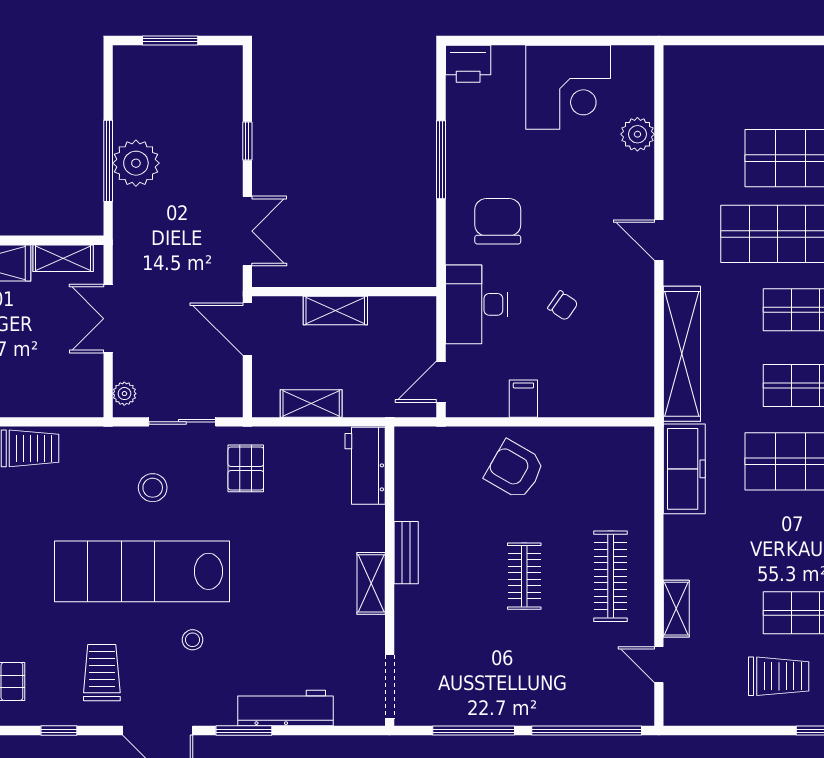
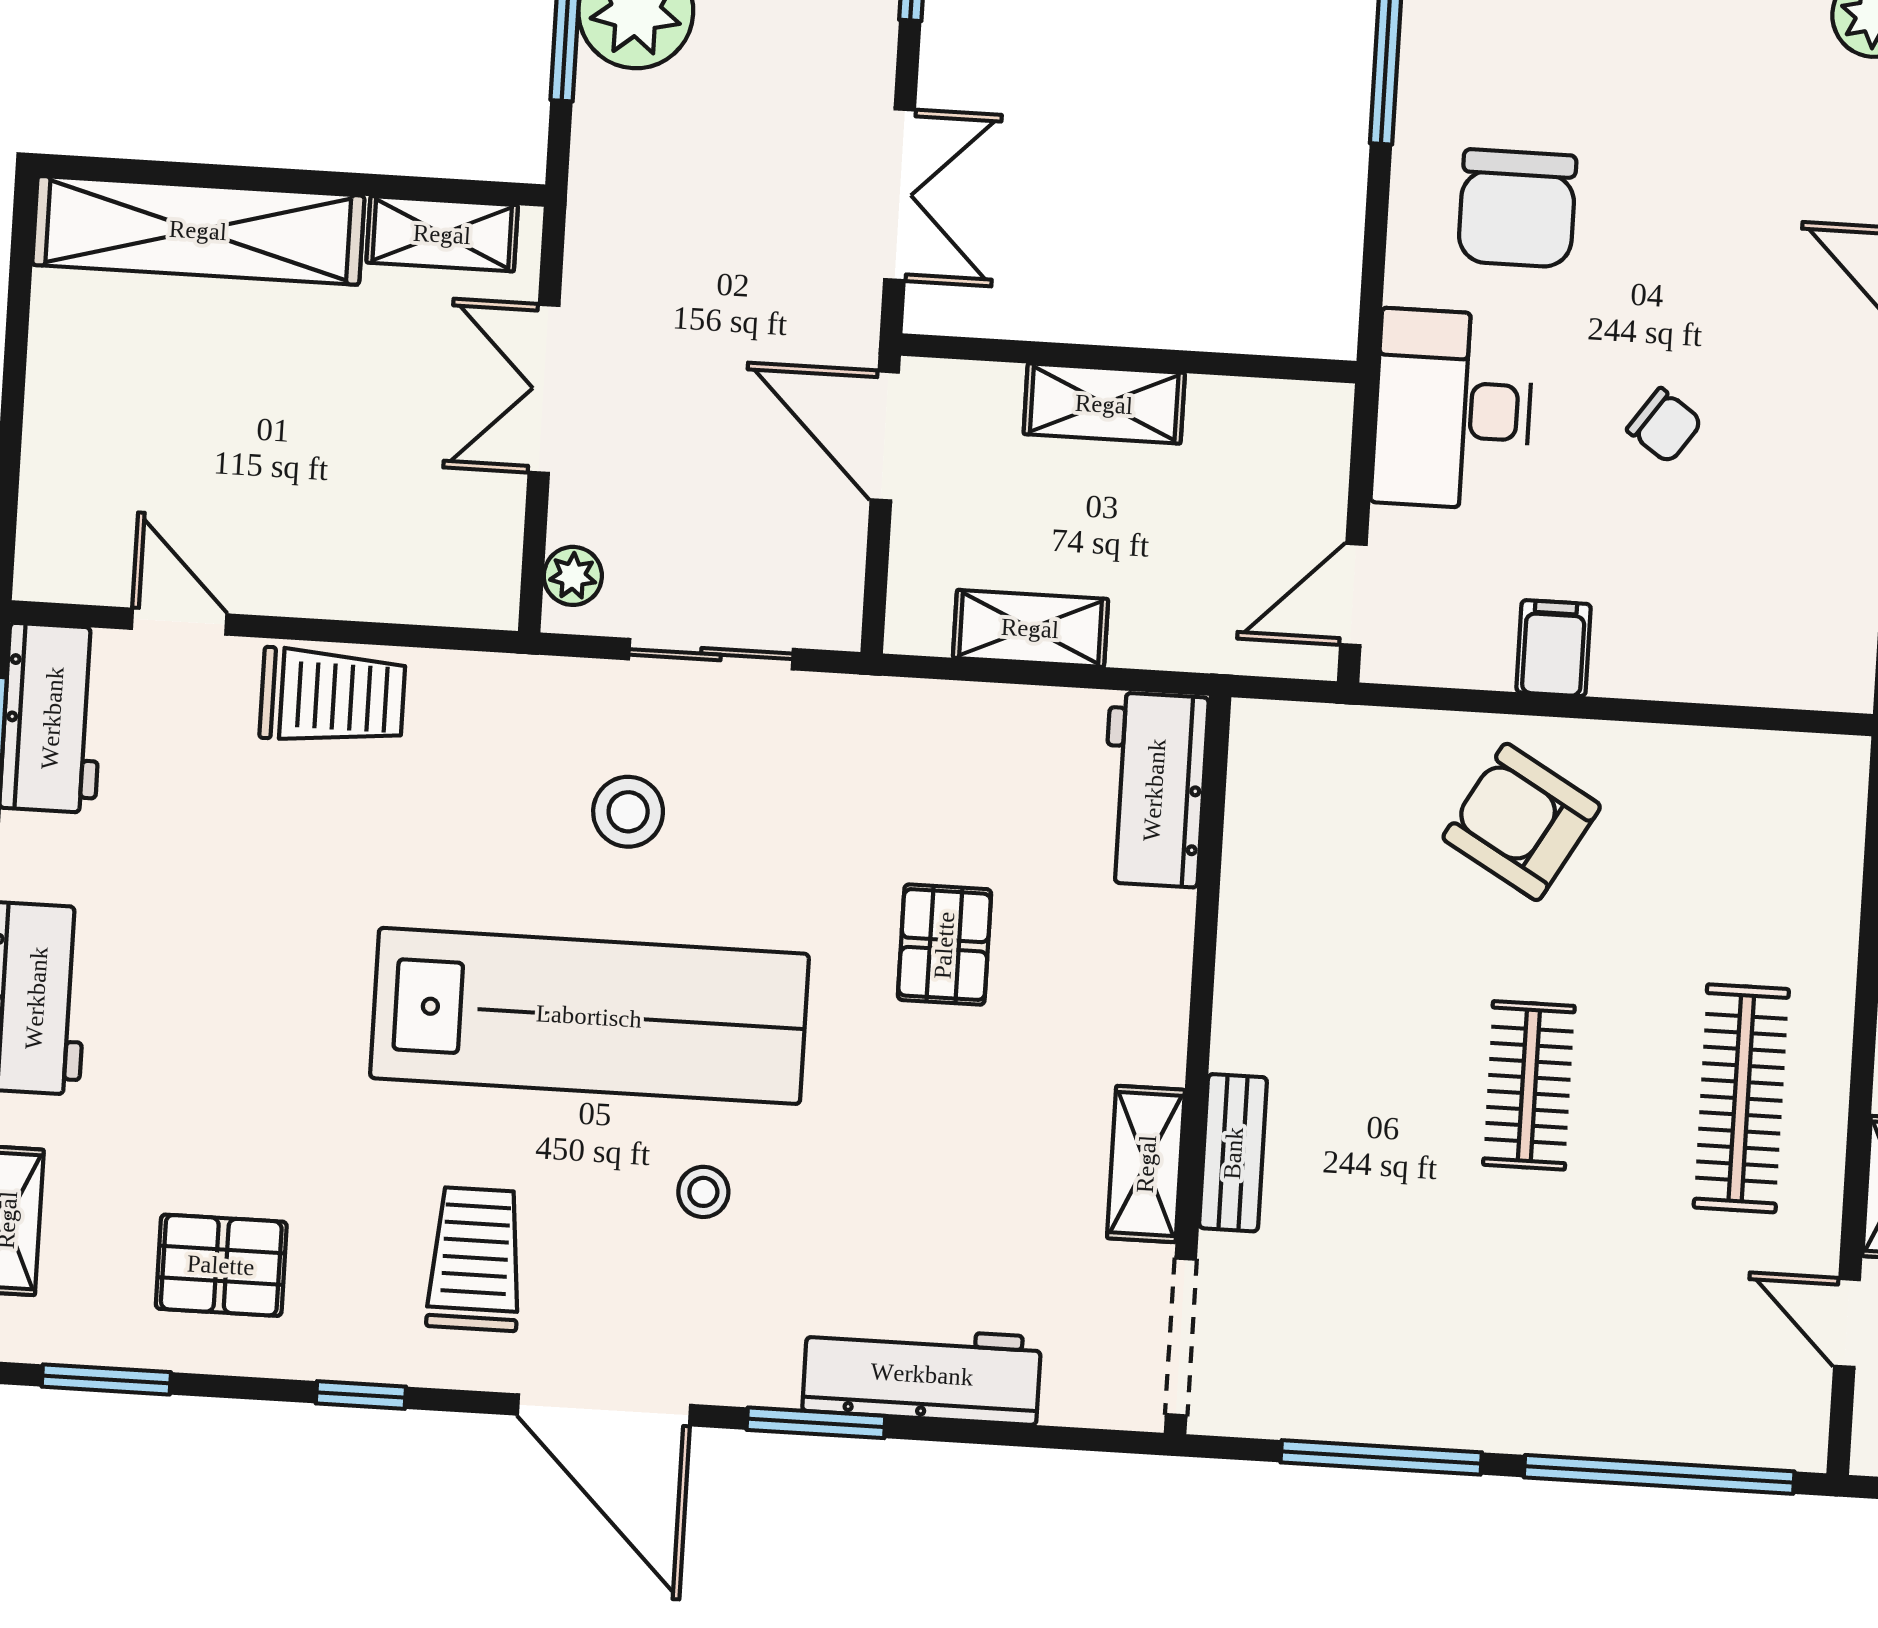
chair: (498, 221) -> (1517, 208), turned 180
pallet: (246, 468) -> (944, 945), moved
bench: (406, 553) -> (1233, 1153), moved
lab bench: (142, 571) -> (589, 1016), turned 180
shelving: (371, 583) -> (1146, 1164), moved

